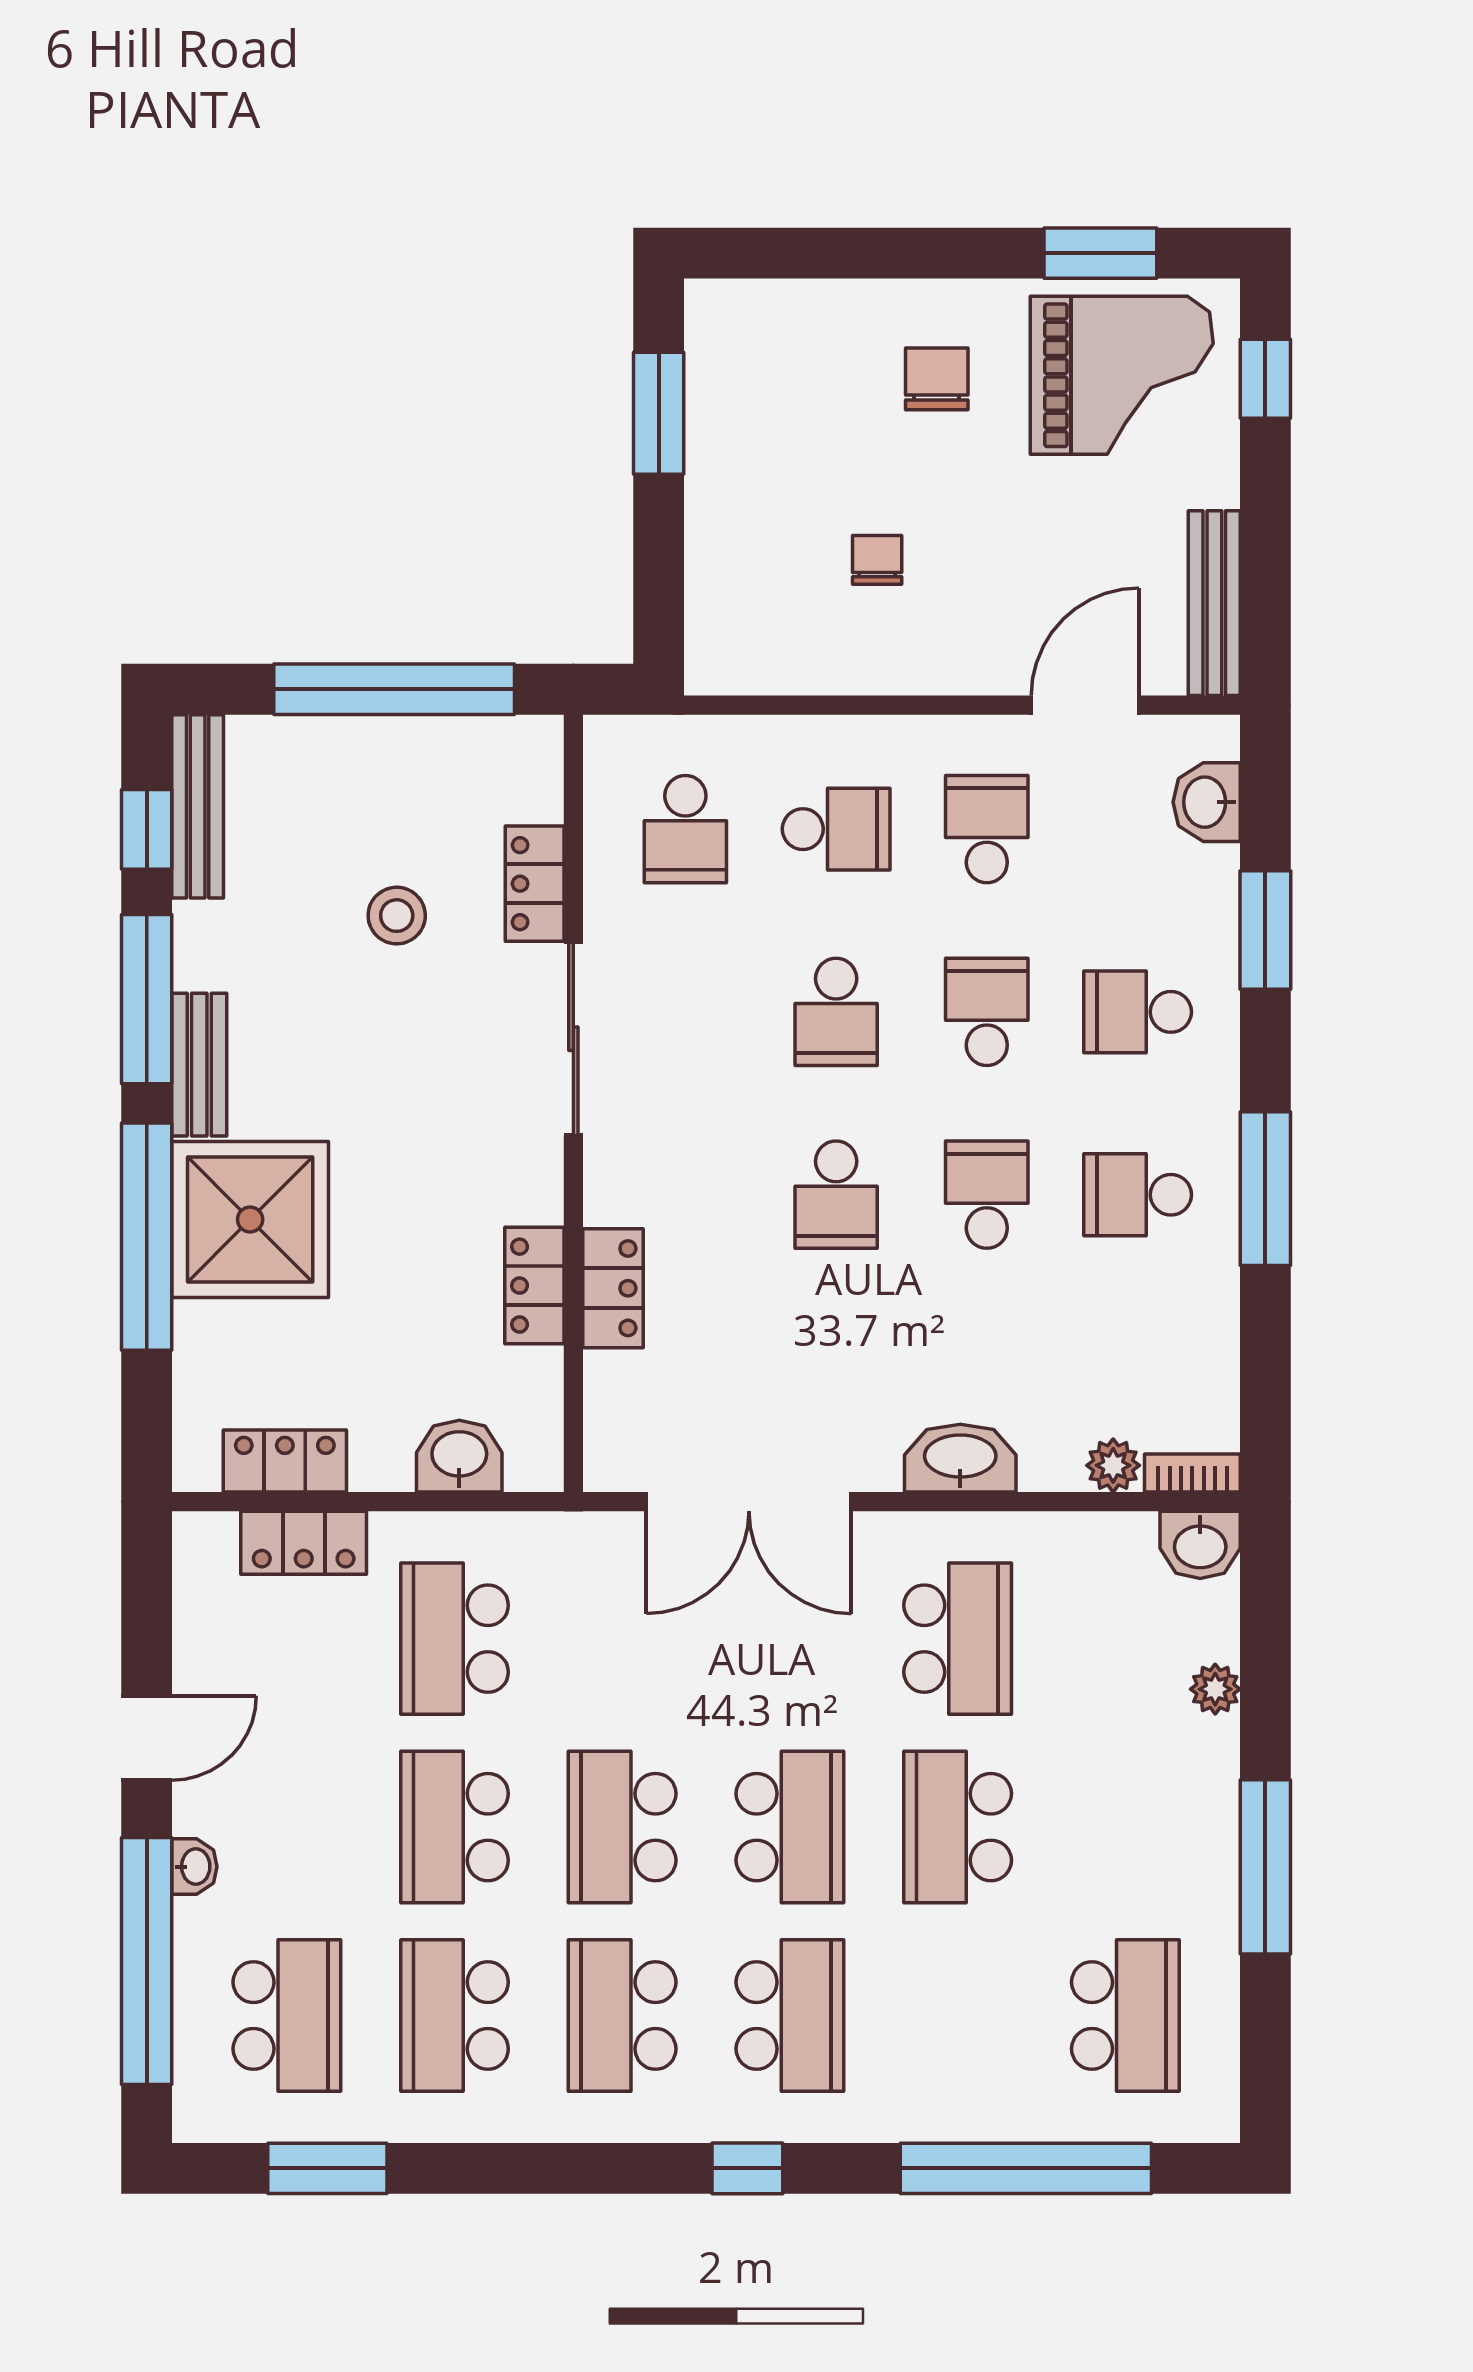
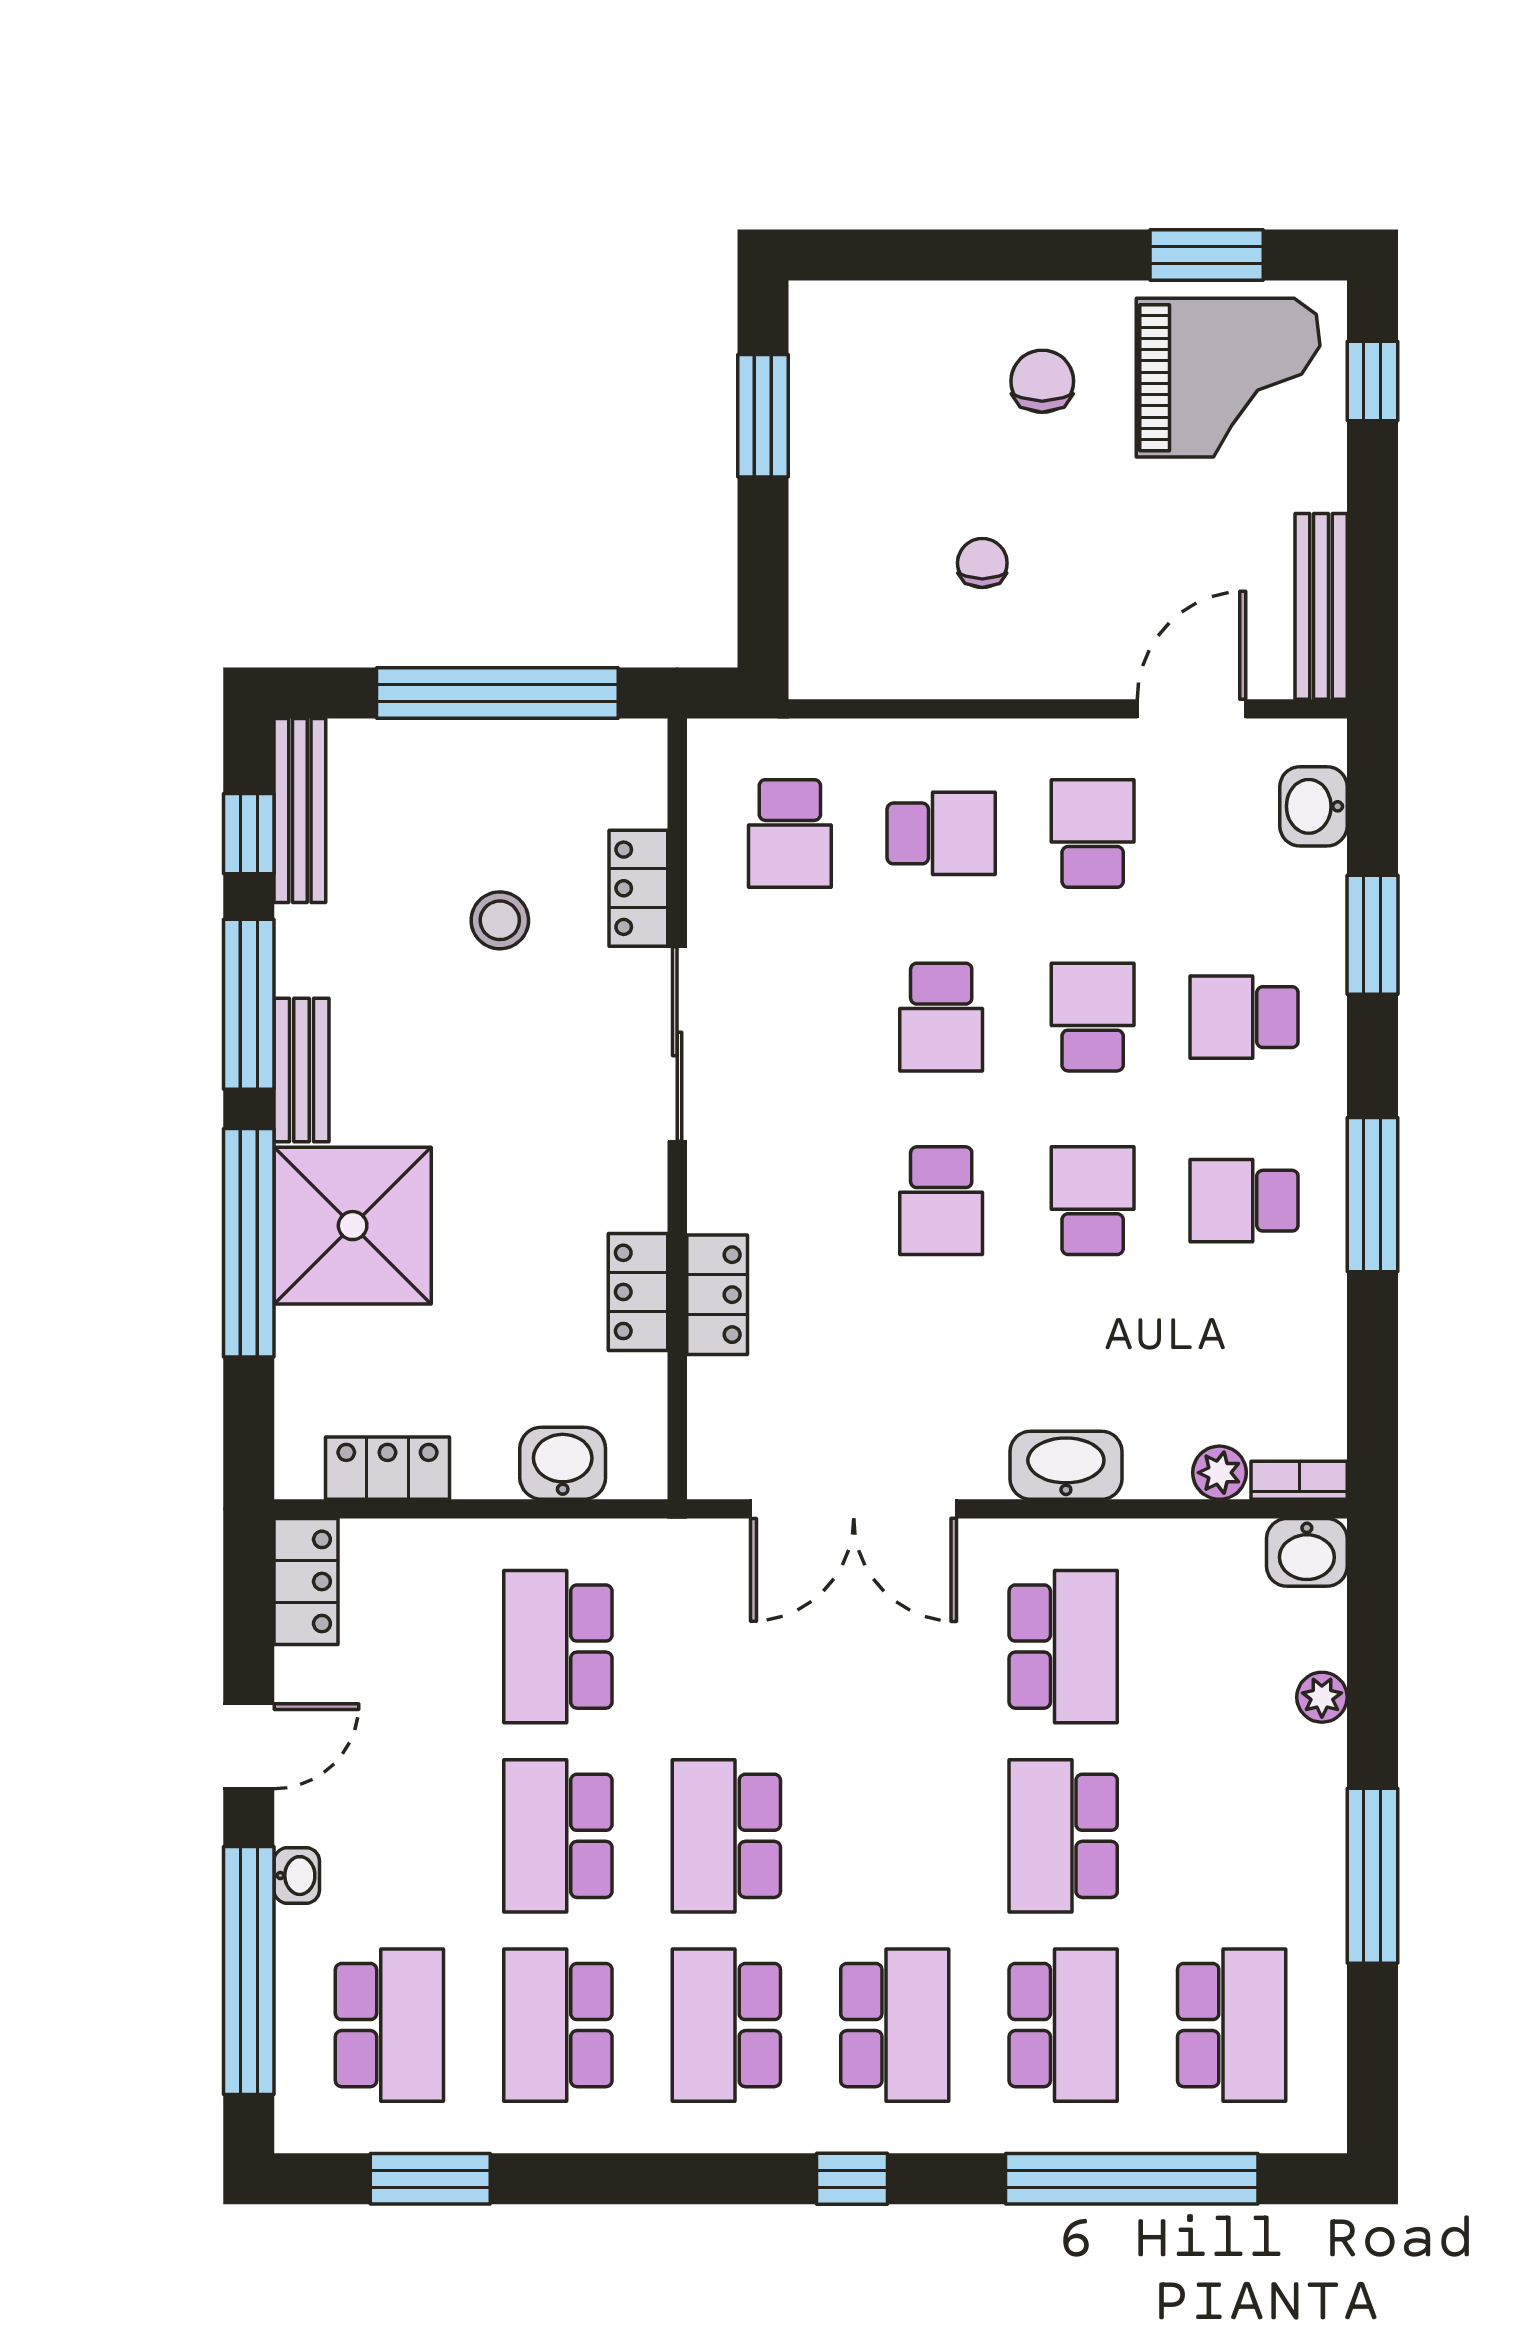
locker: (304, 1543) -> (306, 1581), moved, turned -90
school desk: (790, 1827) -> (1063, 2025), moved

